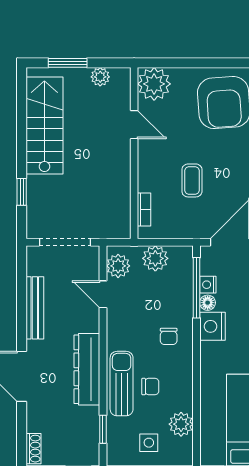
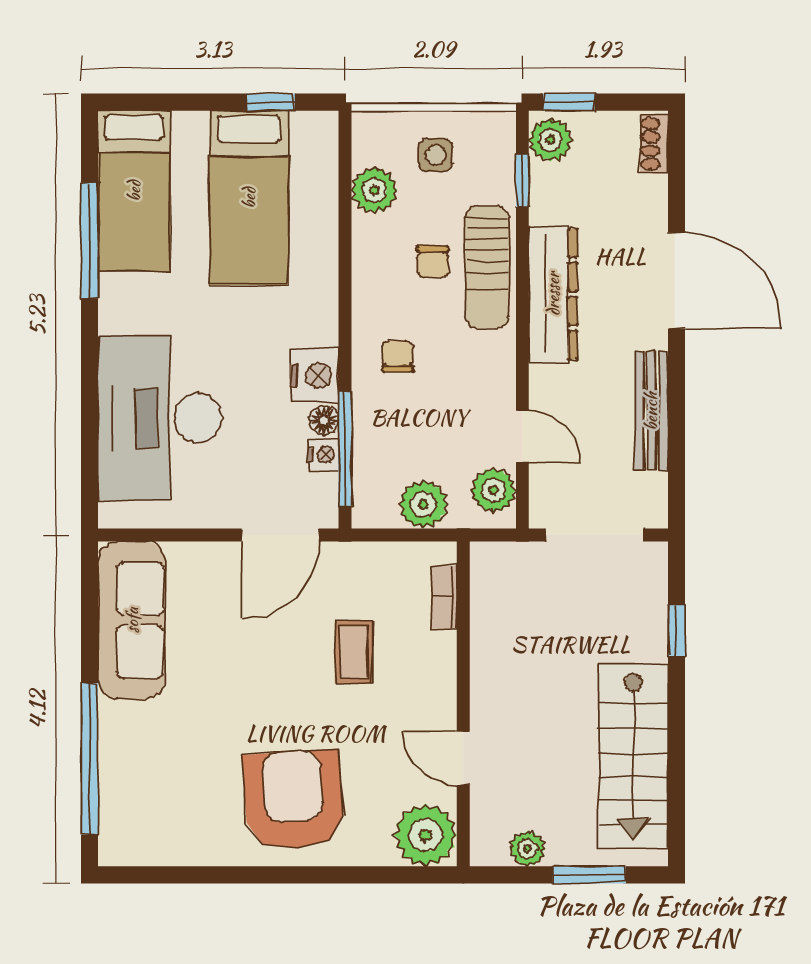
chair: (150, 387) -> (433, 261), turned -90
plant: (88, 451) -> (550, 140), added

